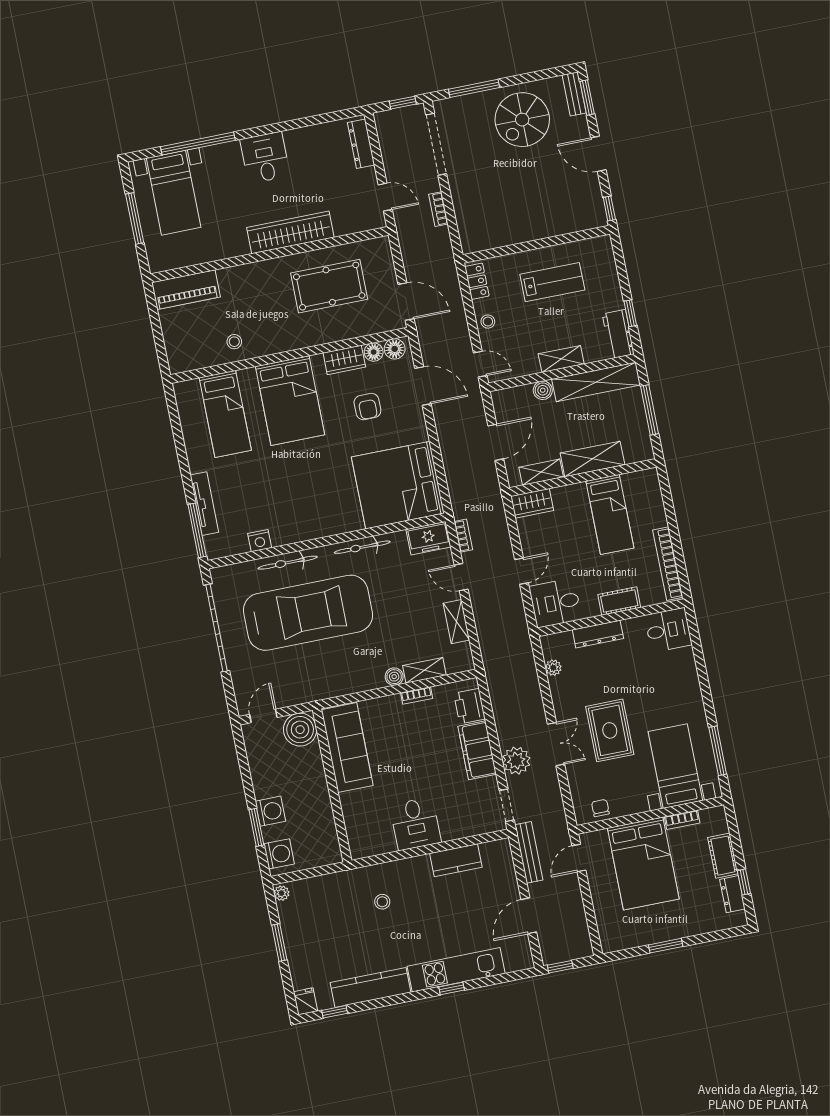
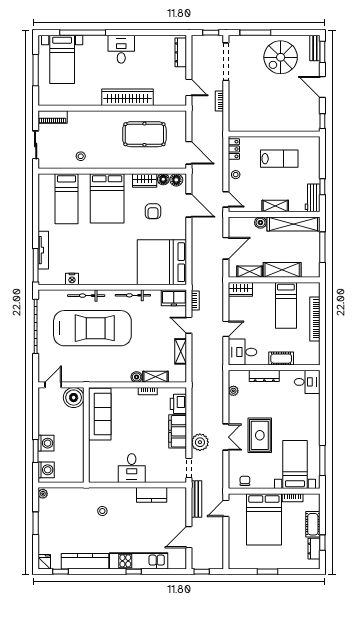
piano: (186, 290) -> (53, 117), width x0.73, depth x0.75
sliding door: (159, 338) -> (36, 145), added
bookcase: (668, 564) -> (315, 319), moved

